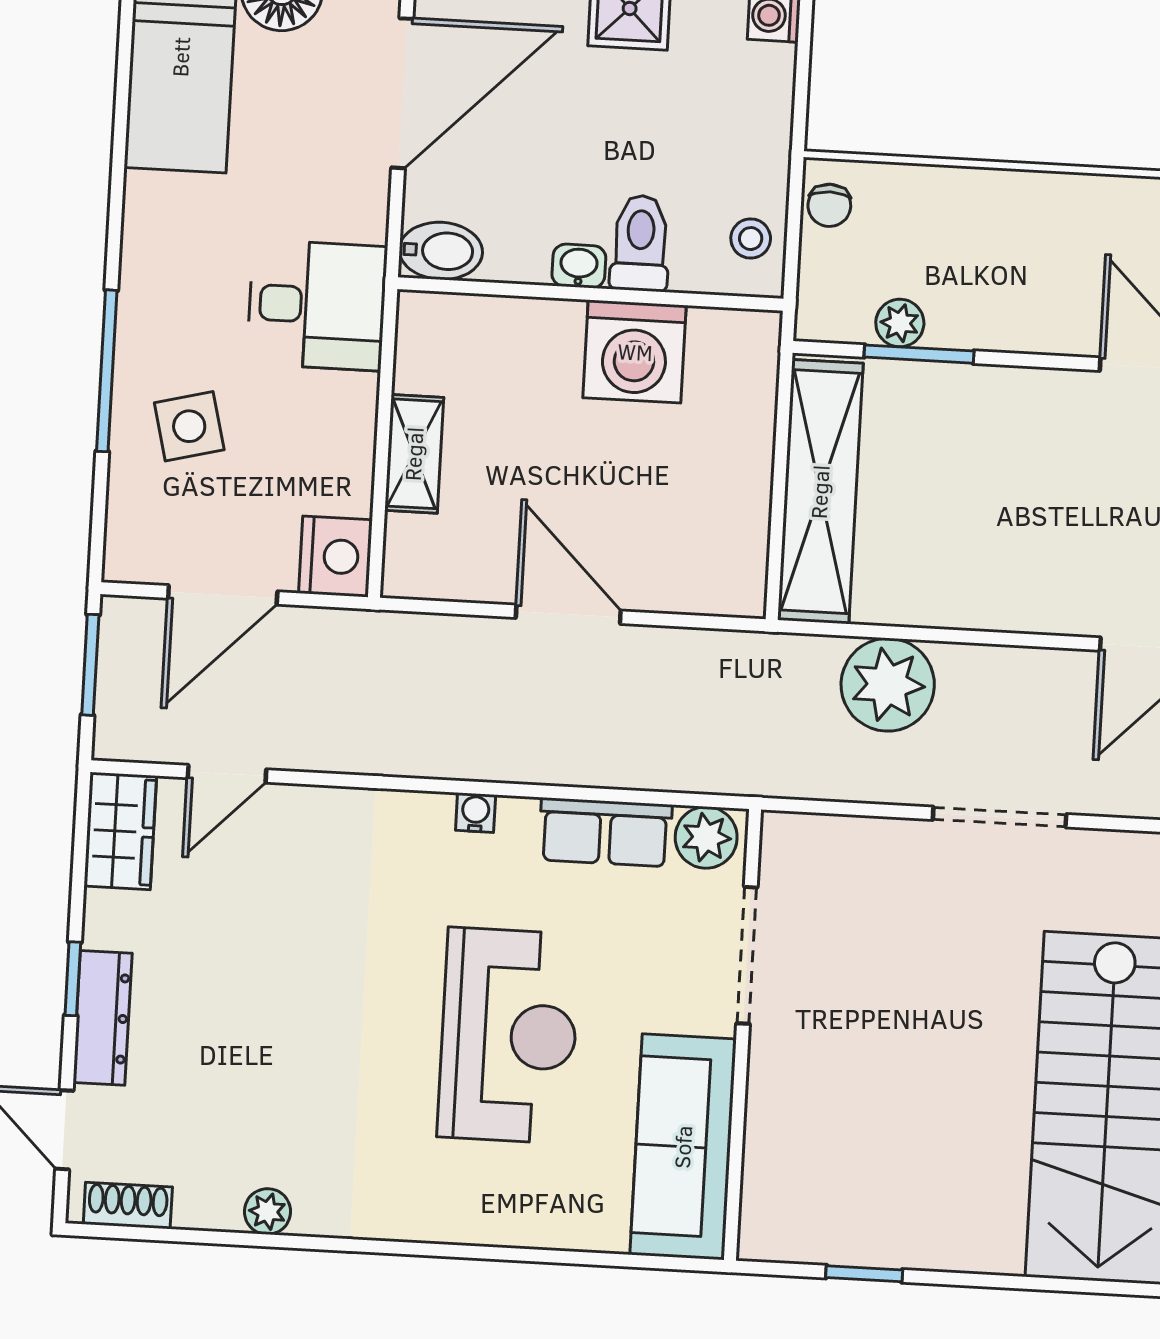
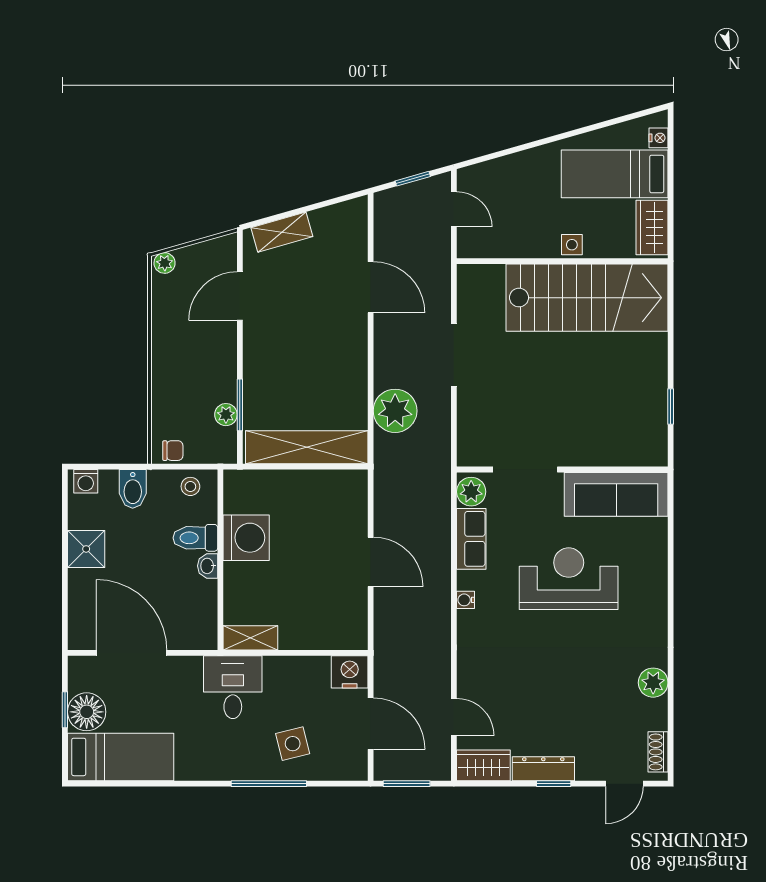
bidet: (441, 251) -> (133, 489), moved, turned 180
shelving: (414, 454) -> (250, 638), moved
door: (568, 614) -> (371, 562), swing flipped
dresser: (103, 1018) -> (543, 769), moved
plant: (267, 1211) -> (653, 683), width x1.38, depth x1.38

